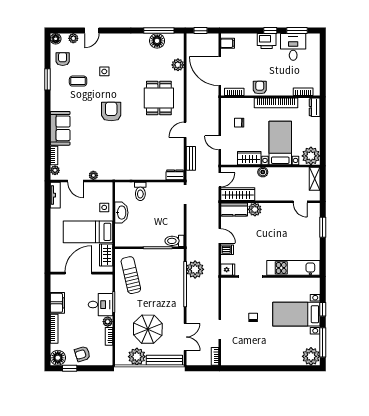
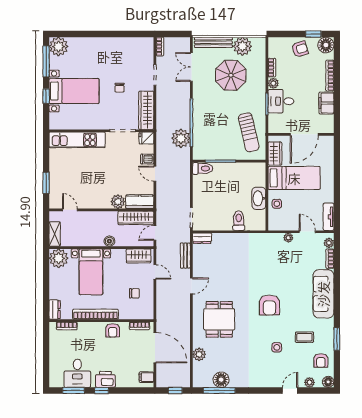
sofa: (60, 128) -> (323, 294), width x1.36
wardrobe: (249, 158) -> (139, 256), moved
wardrobe: (228, 296) -> (146, 110), added

